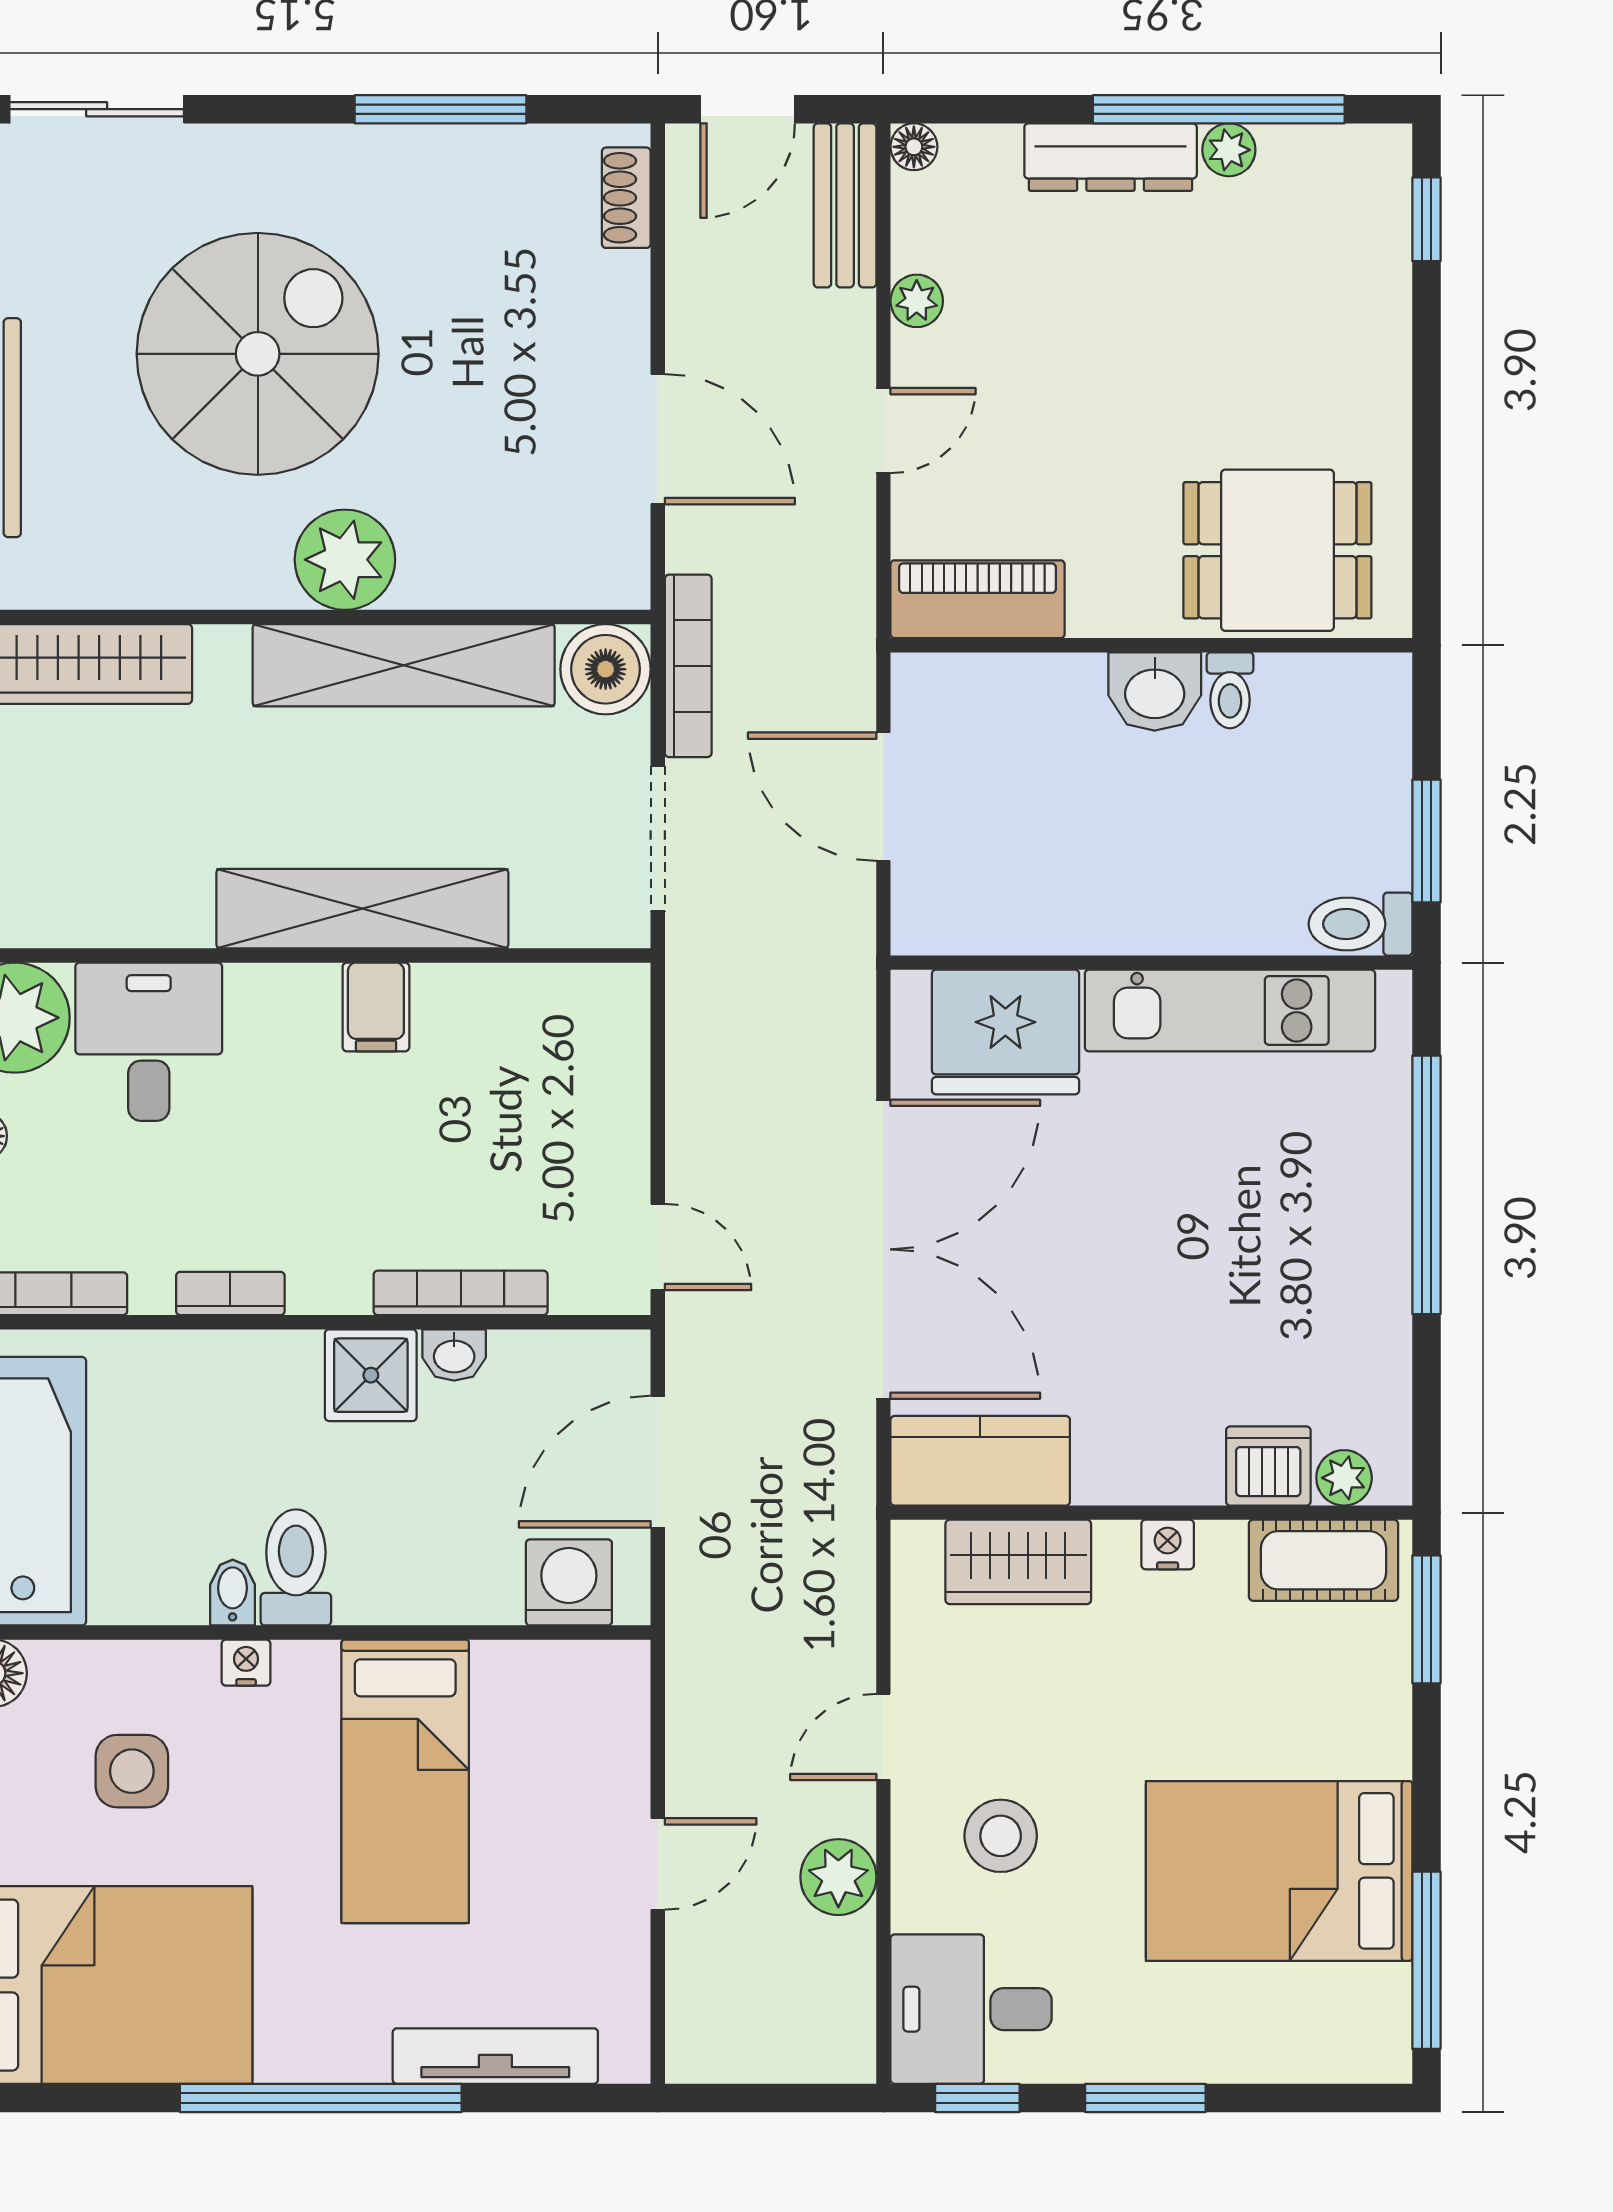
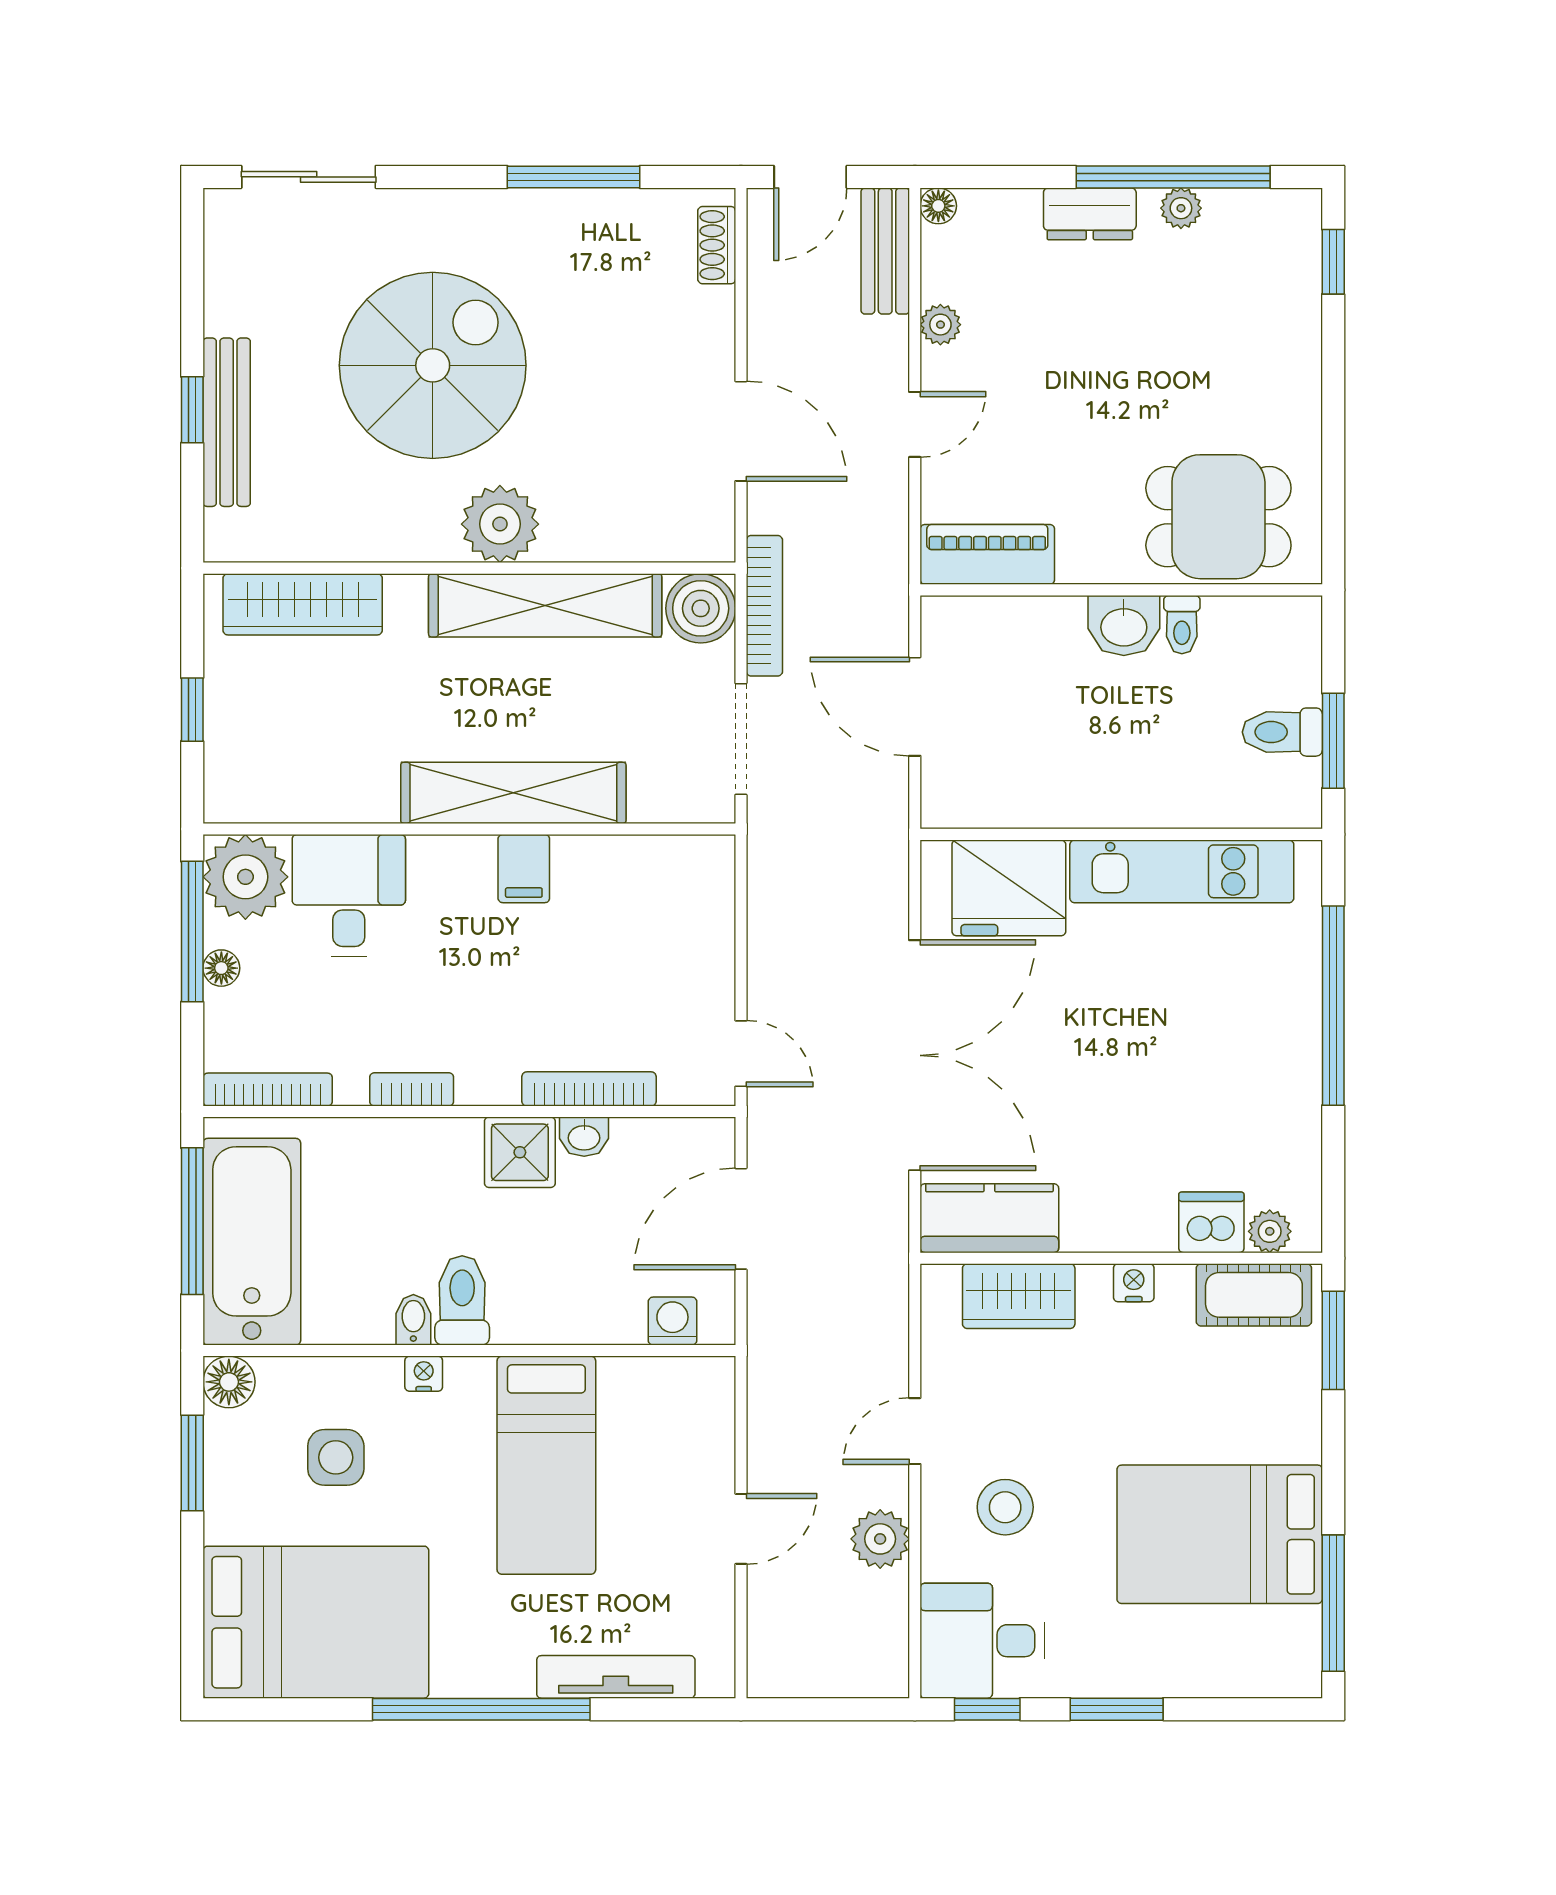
dresser: (1111, 157) -> (1090, 214), width x0.70
toilet: (1361, 924) -> (1282, 732), moved
washing machine: (569, 1582) -> (672, 1321), width x0.73, depth x0.73

